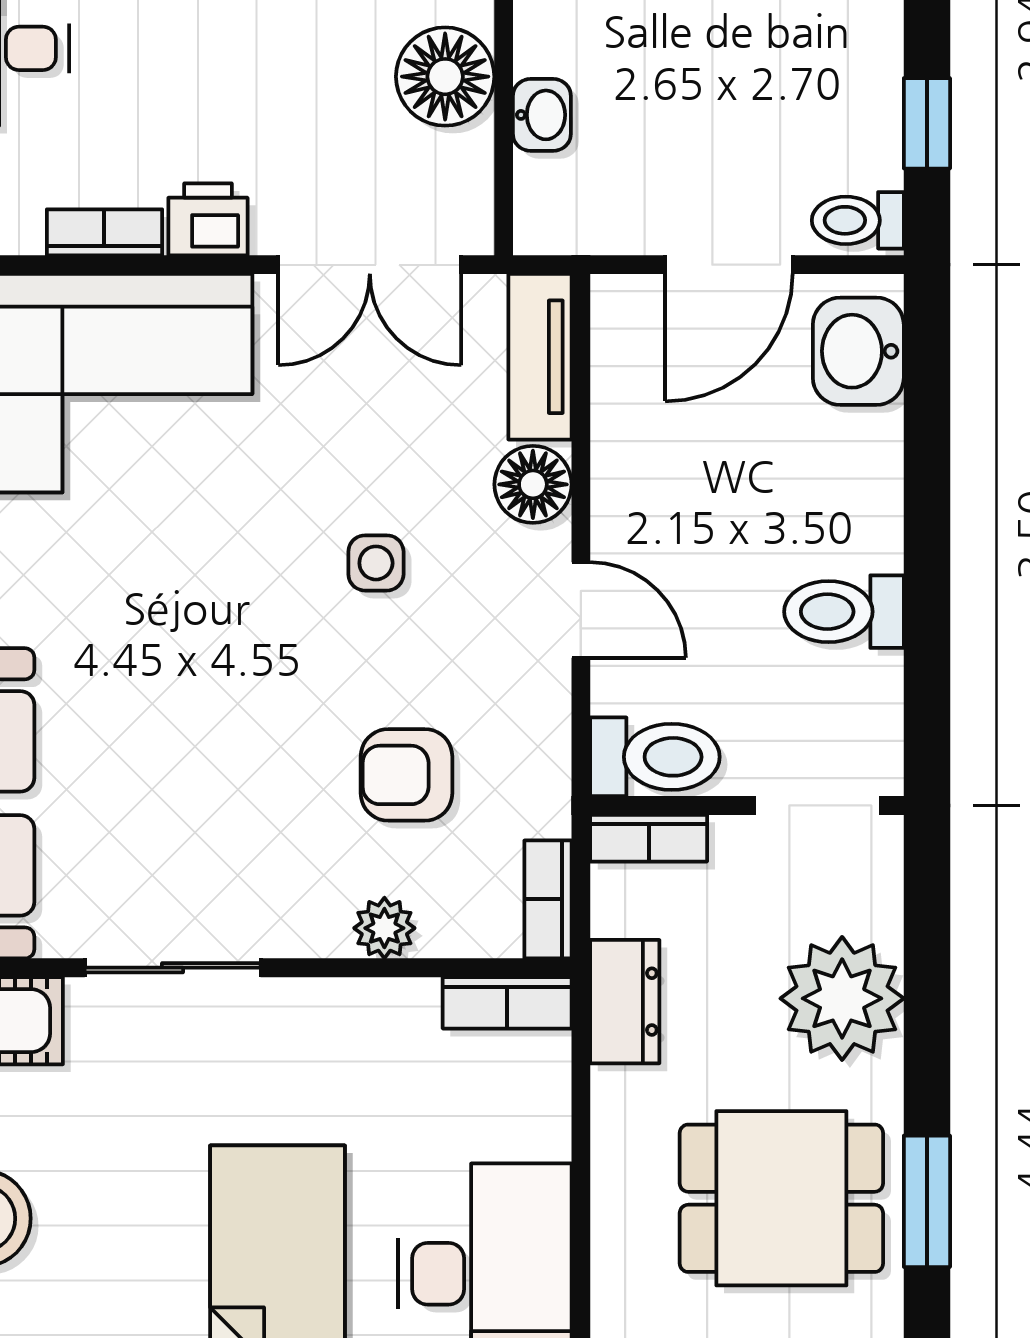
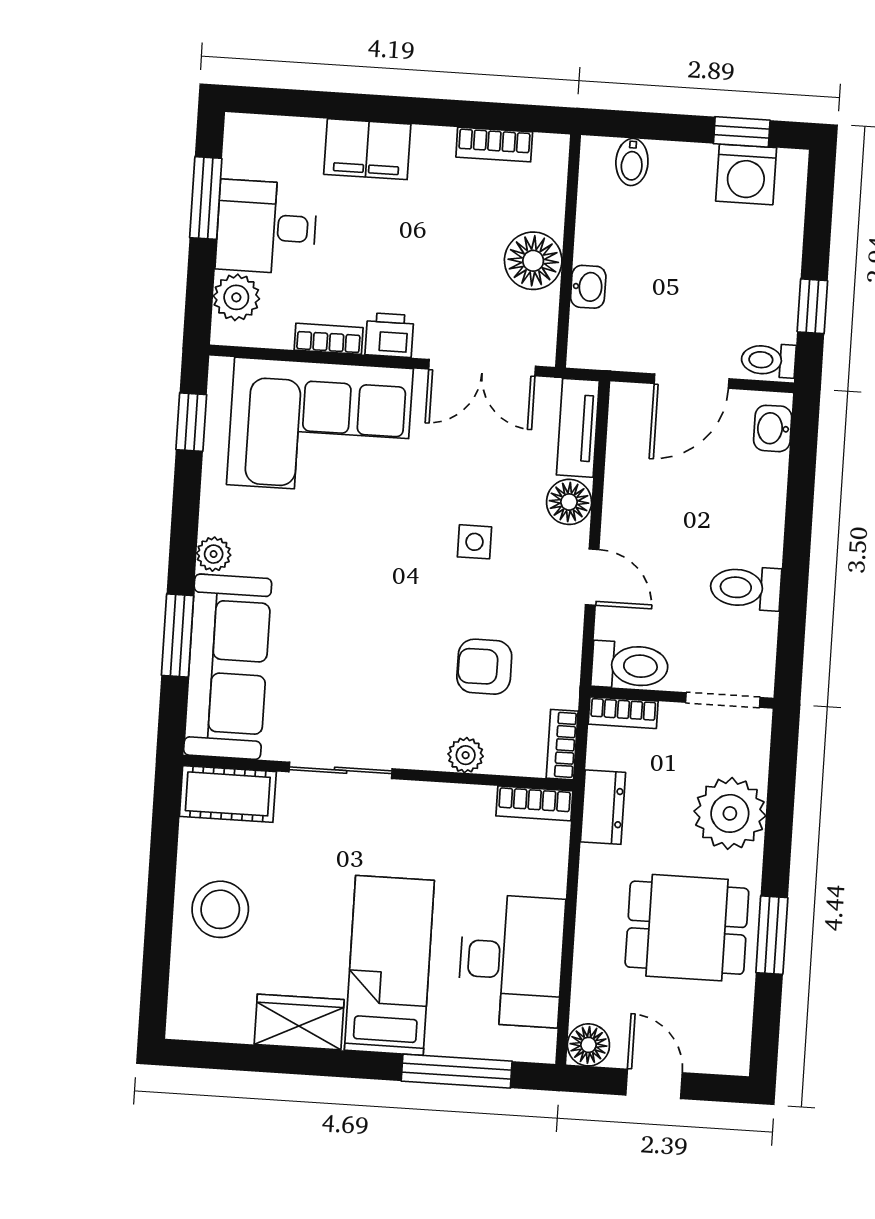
washbasin: (858, 351) -> (773, 428), width x0.72, depth x0.69

